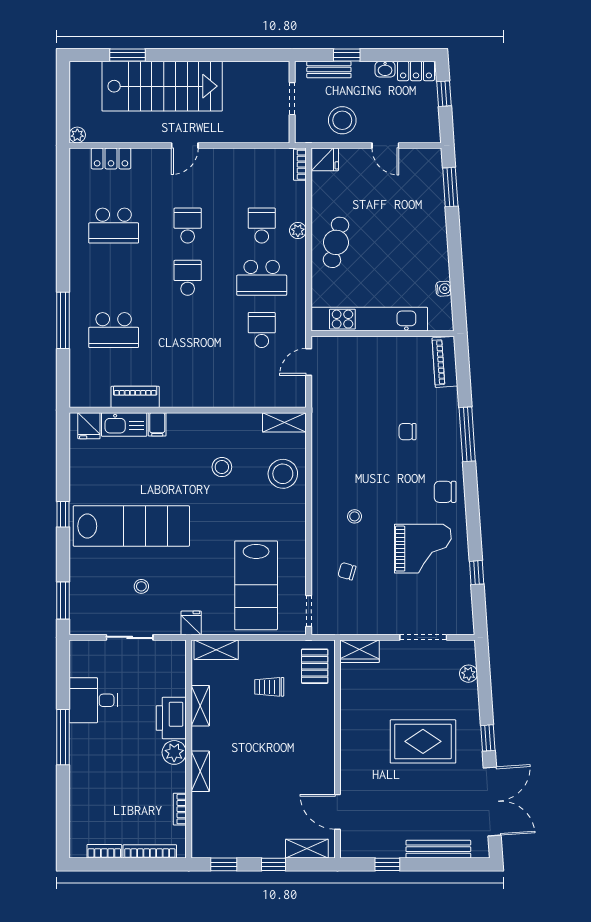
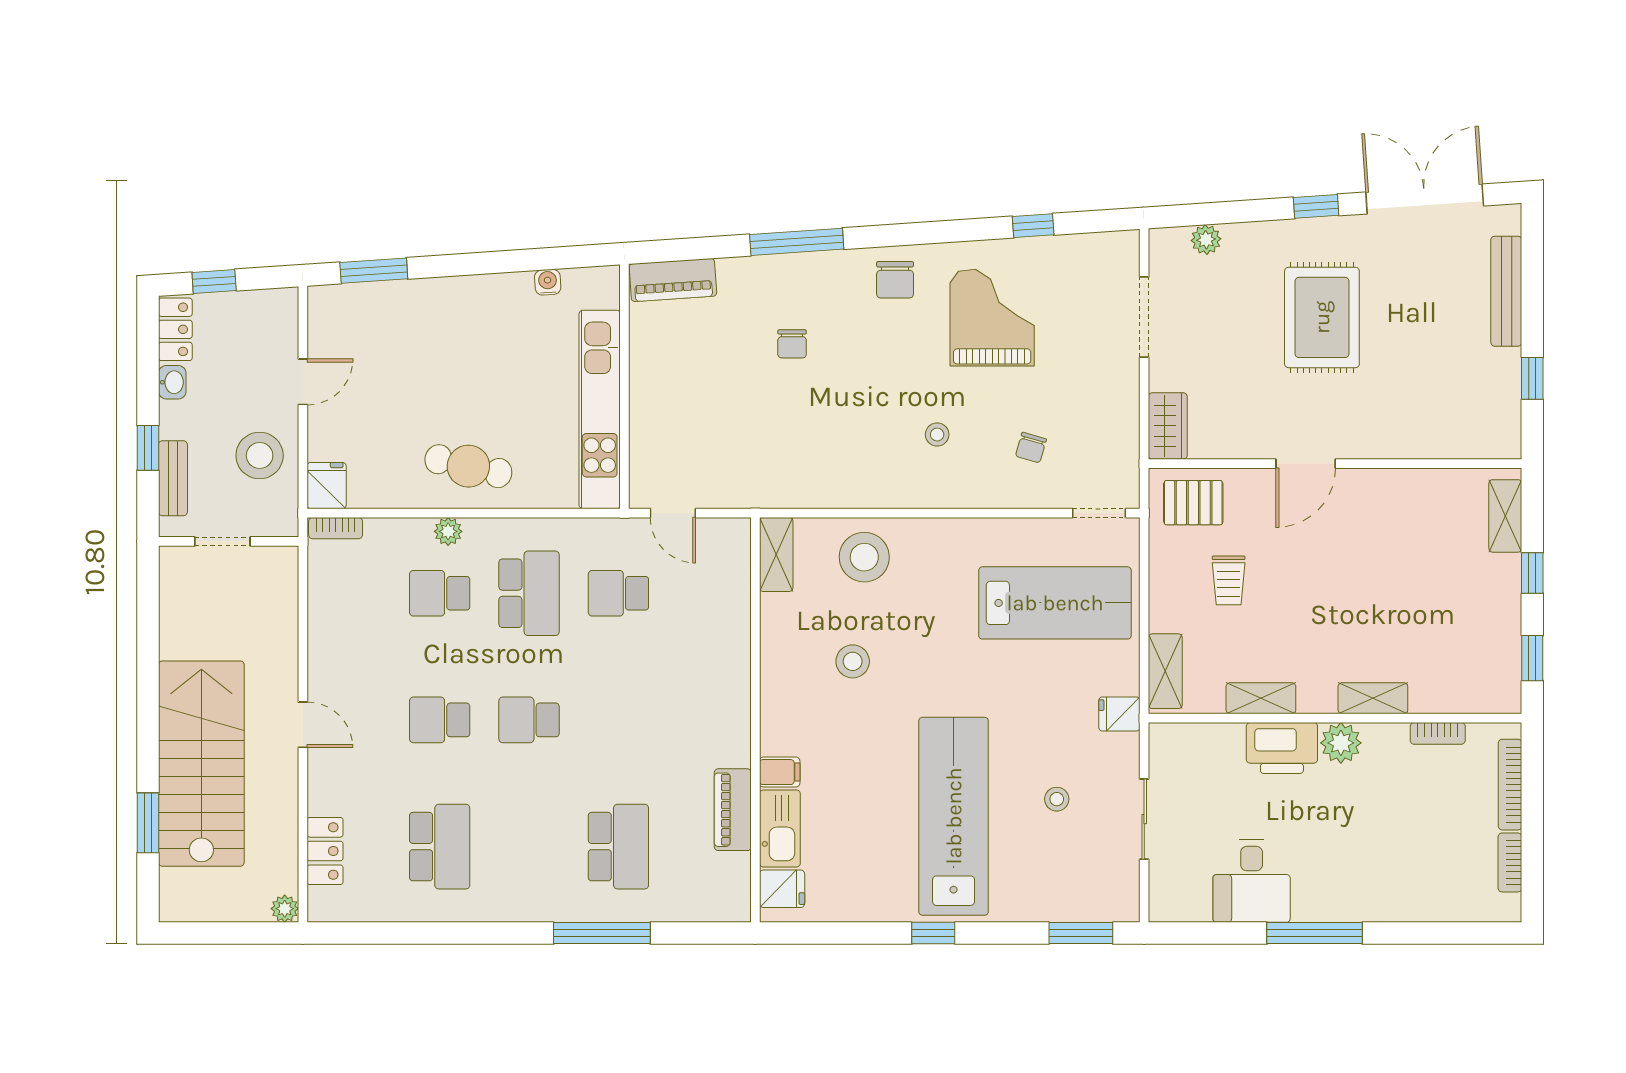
door: (337, 812) -> (1306, 464), moved

